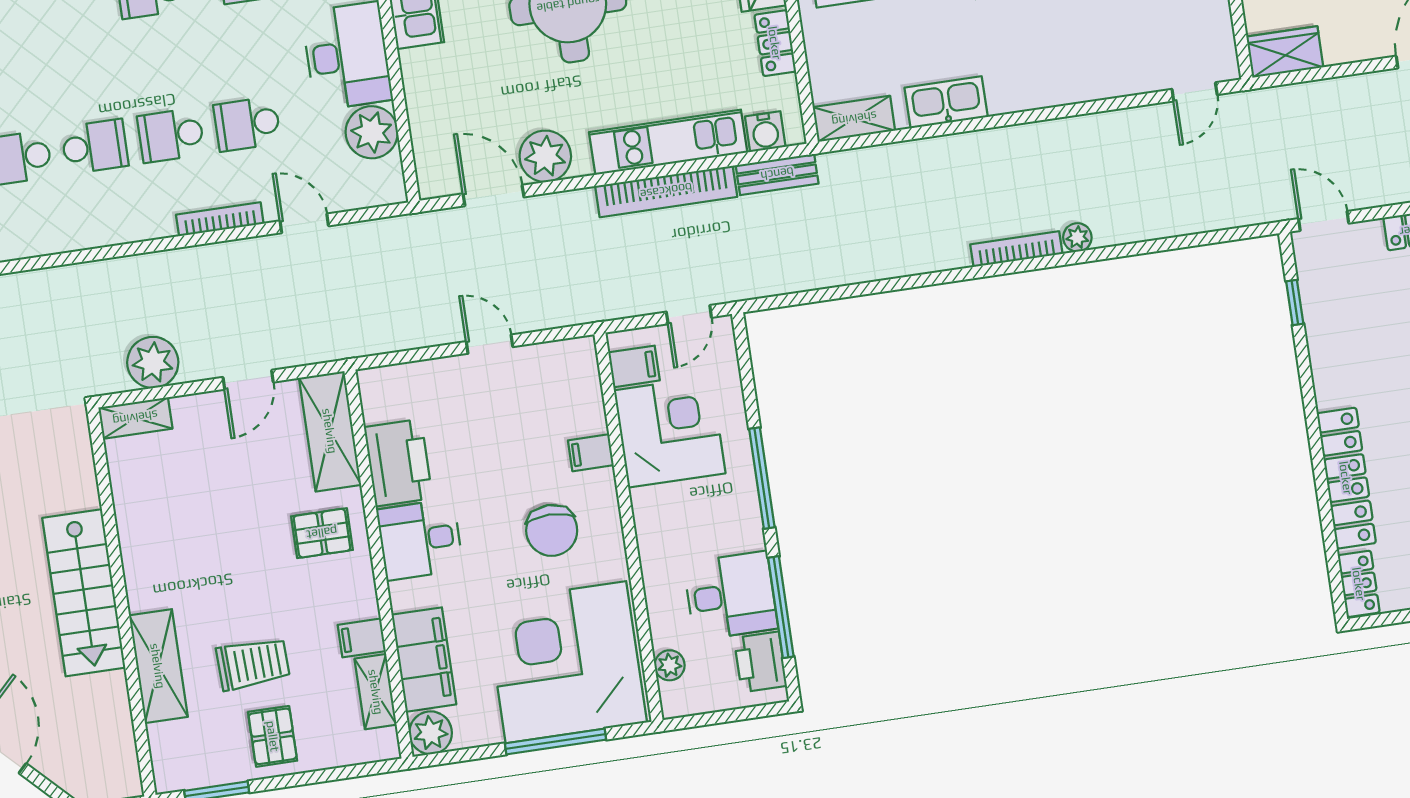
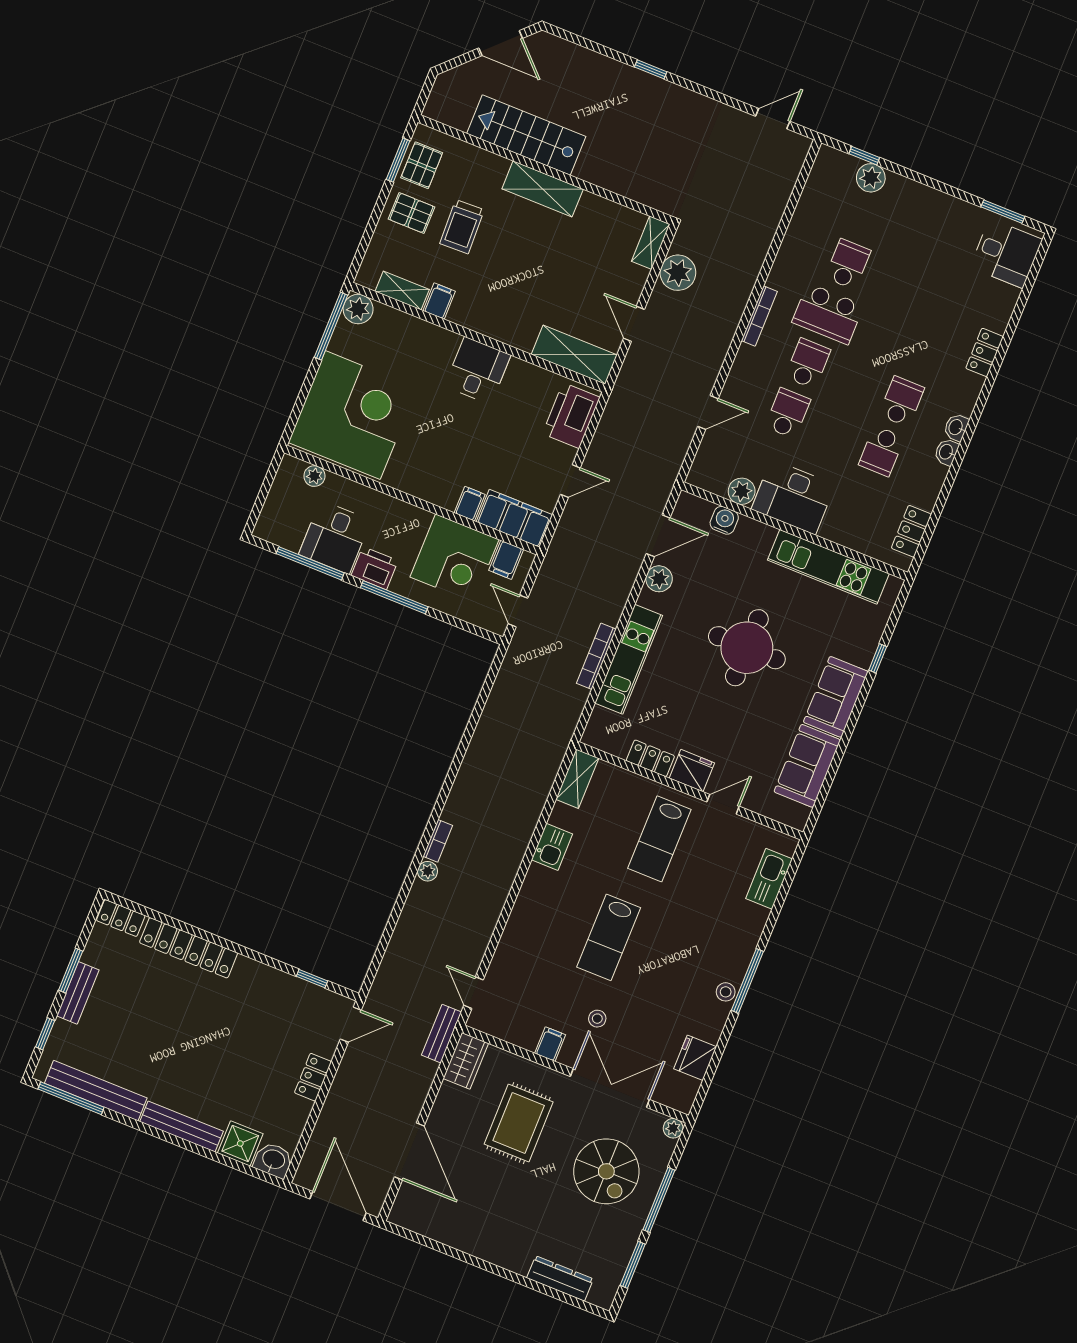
kitchen sink: (946, 102) -> (552, 847), width x0.73
plant: (372, 132) -> (742, 491), width x0.73, depth x0.73
water cooler: (765, 132) -> (724, 520), moved, turned 90
school desk: (95, 147) -> (828, 314), width x1.85
plant: (545, 156) -> (659, 579), width x0.73, depth x0.73
bench: (777, 174) -> (442, 1034), moved
bookcase: (666, 191) -> (596, 656), width x0.68, depth x0.76
bookcase: (220, 219) -> (759, 316), moved
bookcase: (1016, 249) -> (438, 841), width x0.64
printer: (398, 463) -> (571, 415), moved, turned 90
chair: (552, 530) -> (437, 453), removed
pallet: (322, 533) -> (422, 165), moved
stairs: (84, 593) -> (526, 135), moved
filing cabinet: (424, 660) -> (514, 518), moved, turned 180
printer: (760, 662) -> (375, 568), moved
shelving: (158, 666) -> (543, 189), moved
window: (556, 741) -> (331, 326), moved

